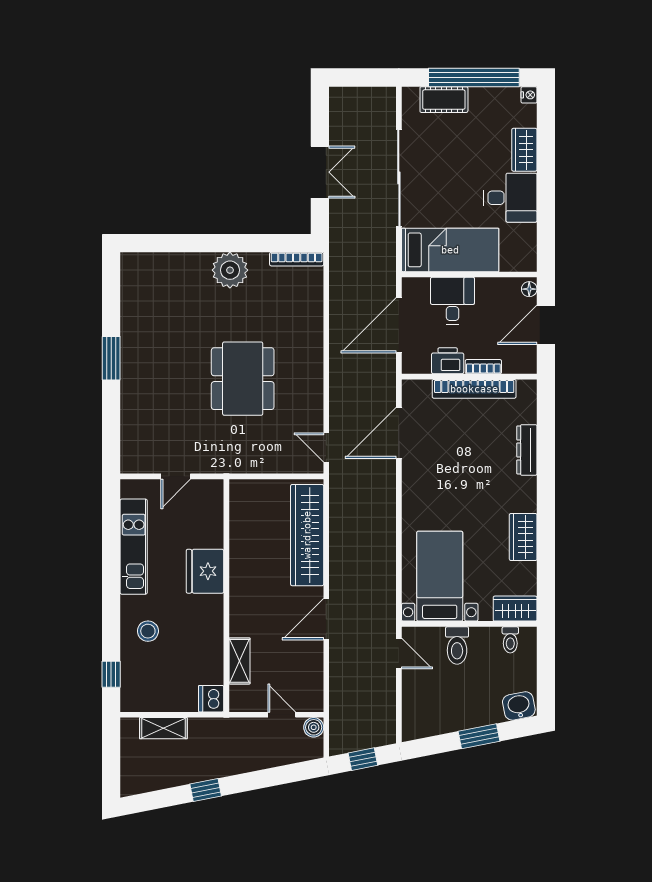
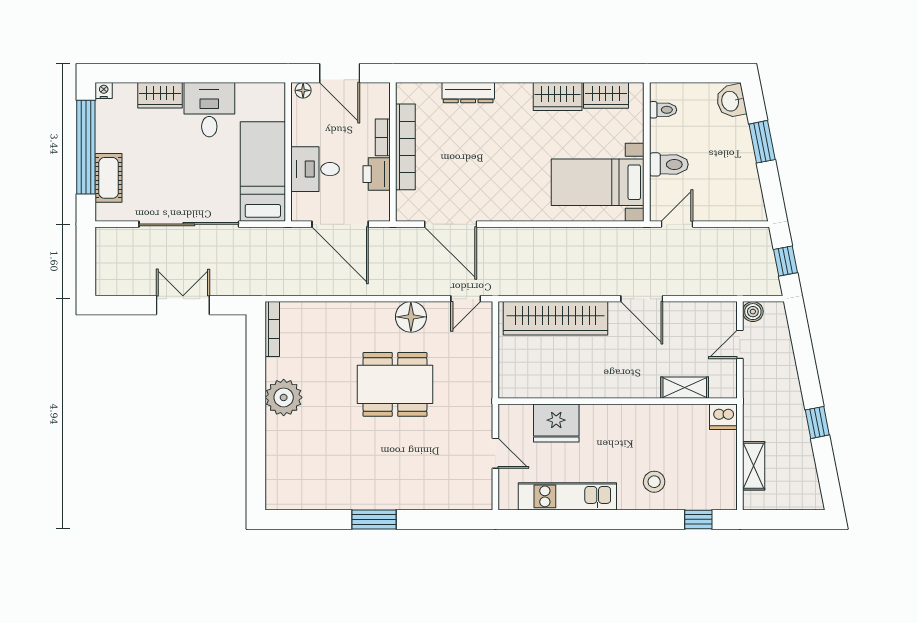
floor lamp: (309, 394) -> (411, 317), added
fridge: (205, 571) -> (556, 423), moved
wardrobe: (515, 609) -> (606, 95), moved, turned -90

